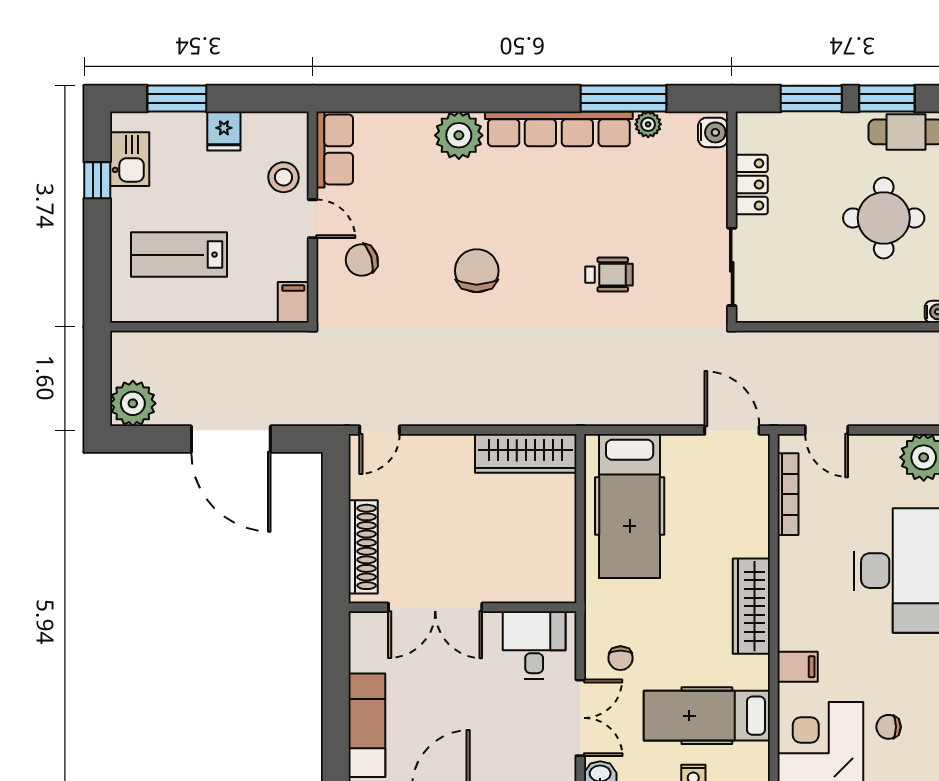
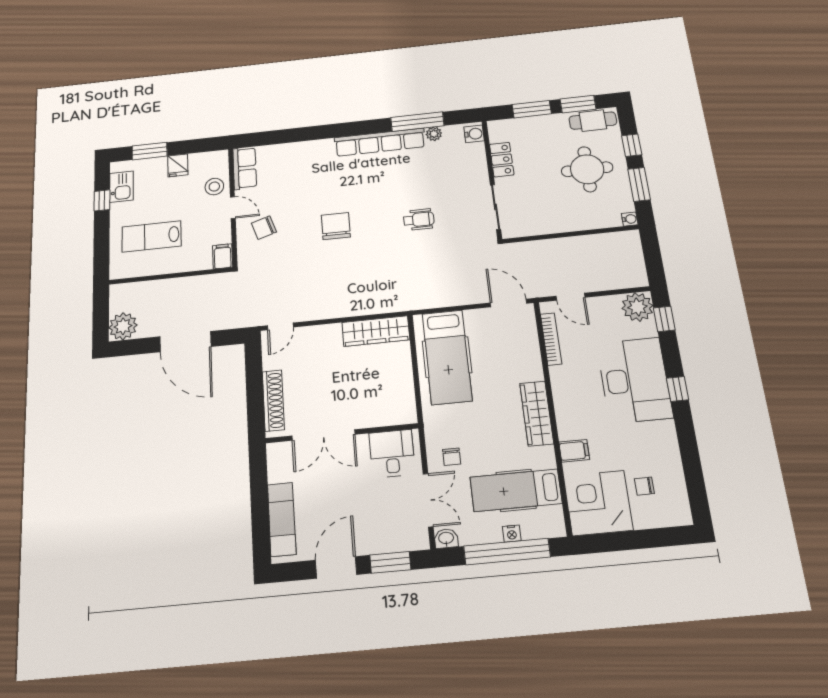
plant: (459, 135) -> (319, 152), removed

